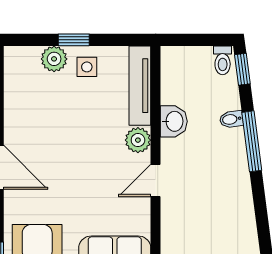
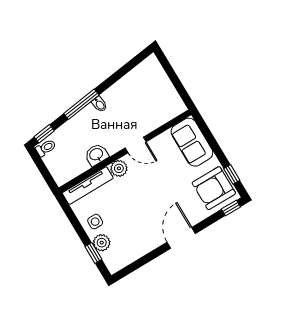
window: (74, 40) -> (93, 253), moved
bidet: (231, 119) -> (100, 104), moved

